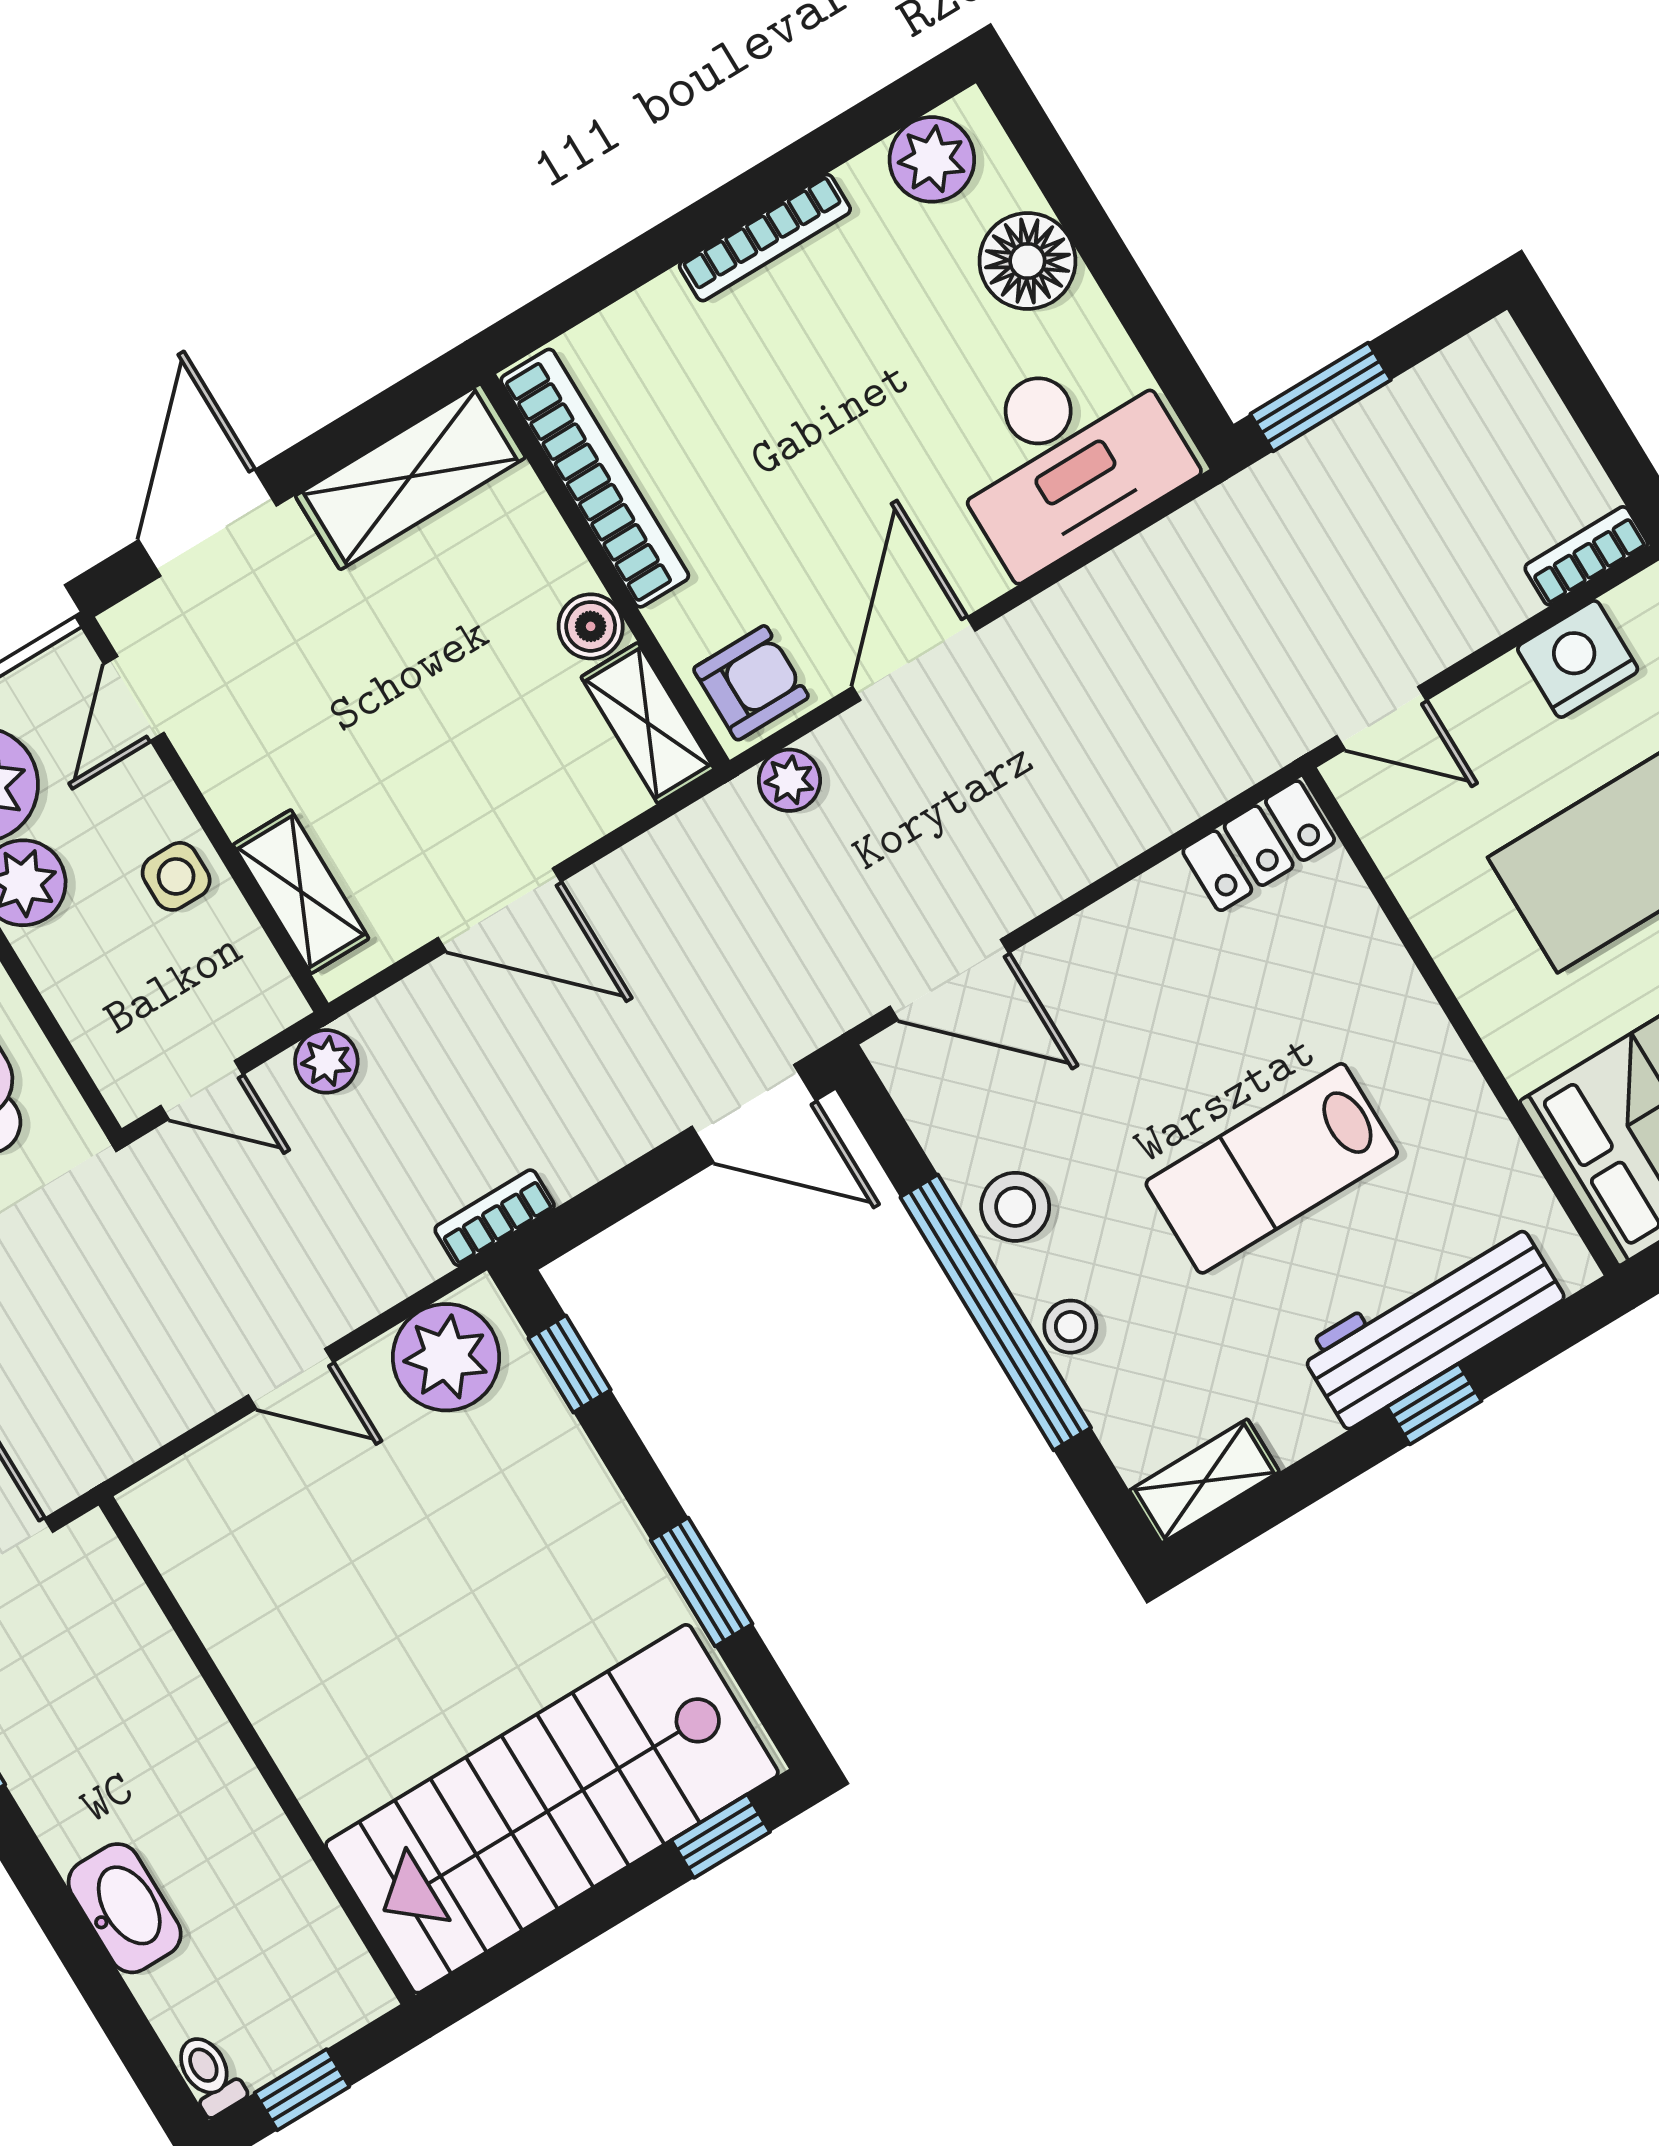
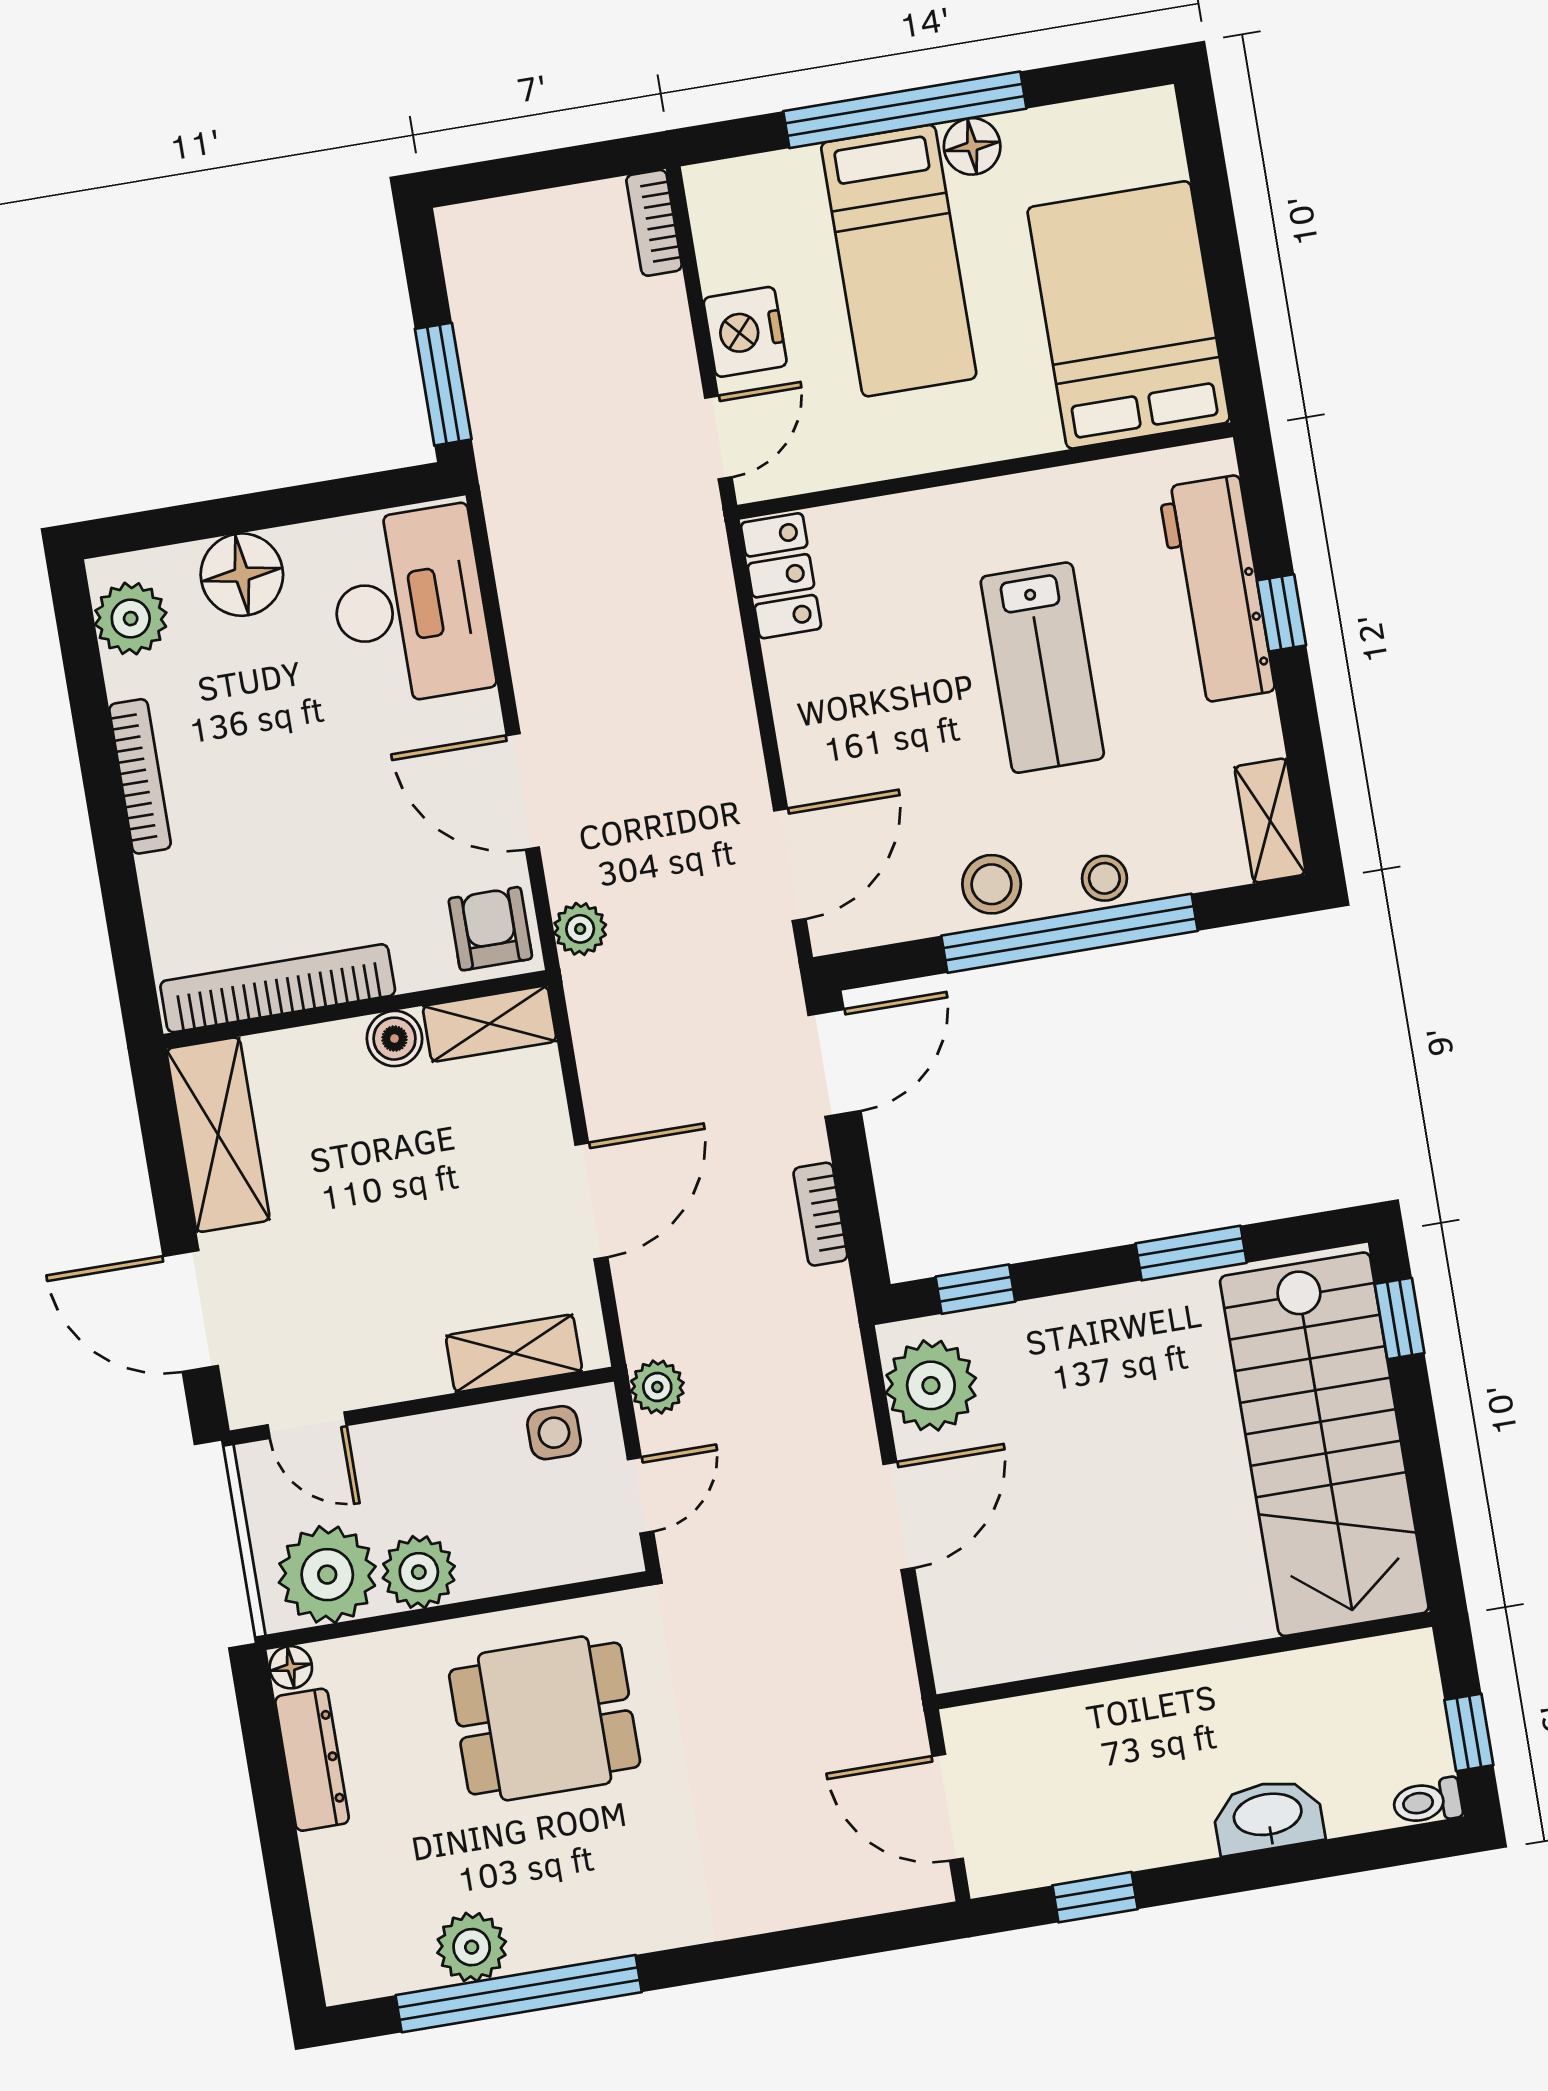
nightstand: (1578, 659) -> (745, 332), moved
side table: (176, 876) -> (554, 1433), moved
bookcase: (495, 1218) -> (820, 1214), moved
door: (291, 1379) -> (899, 1516), width x1.38

